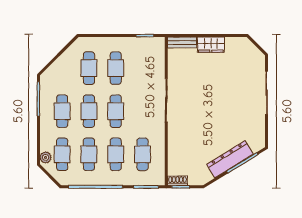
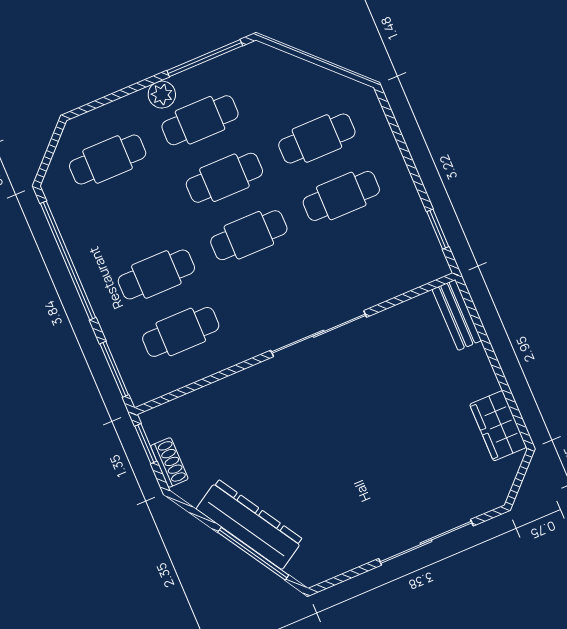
wardrobe: (211, 45) -> (498, 426), moved
cafe table: (89, 154) -> (132, 217), removed
plant: (46, 157) -> (162, 95), moved
shoe rack: (177, 181) -> (169, 462), moved

